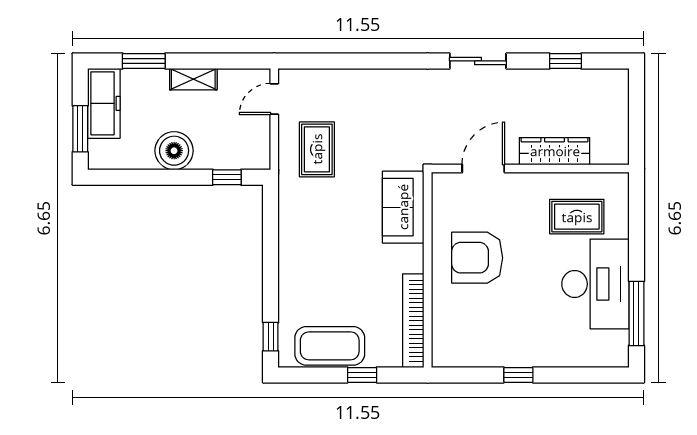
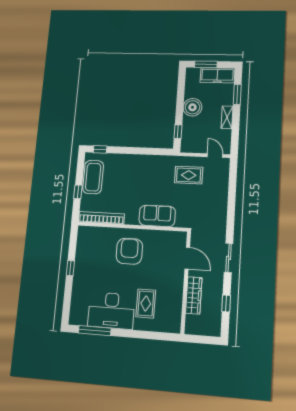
wardrobe: (555, 151) -> (194, 295), moved
door: (483, 169) -> (187, 258), moved
wall: (530, 169) -> (186, 282), moved

